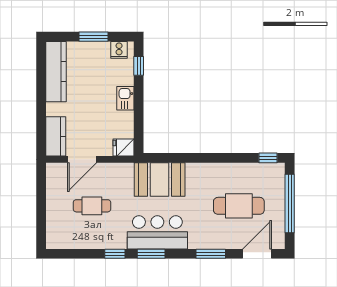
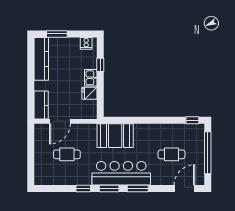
window: (93, 37) -> (57, 34), moved
window: (139, 66) -> (100, 65), moved
fridge: (124, 148) -> (89, 93), moved
cafe table: (239, 206) -> (172, 154), width x0.73, depth x0.74
bar counter: (157, 232) -> (121, 173), width x1.36
window: (211, 254) -> (138, 189), moved

